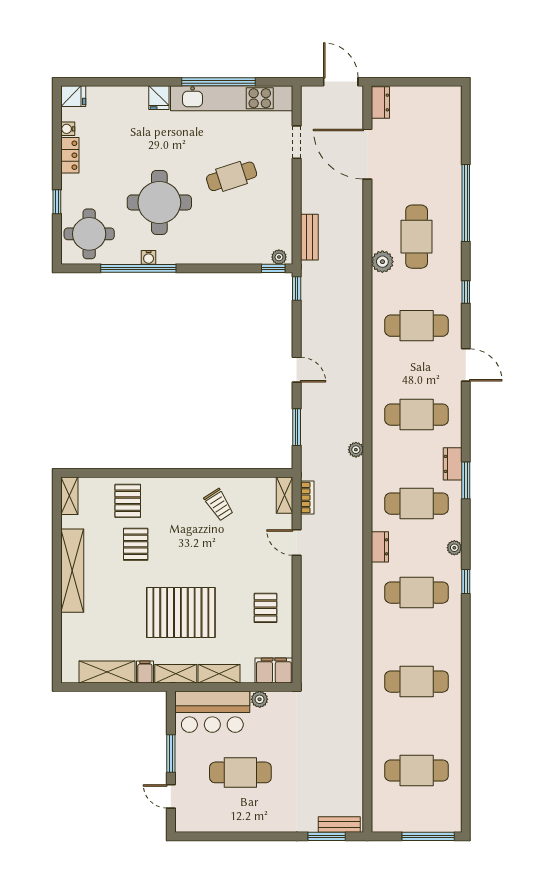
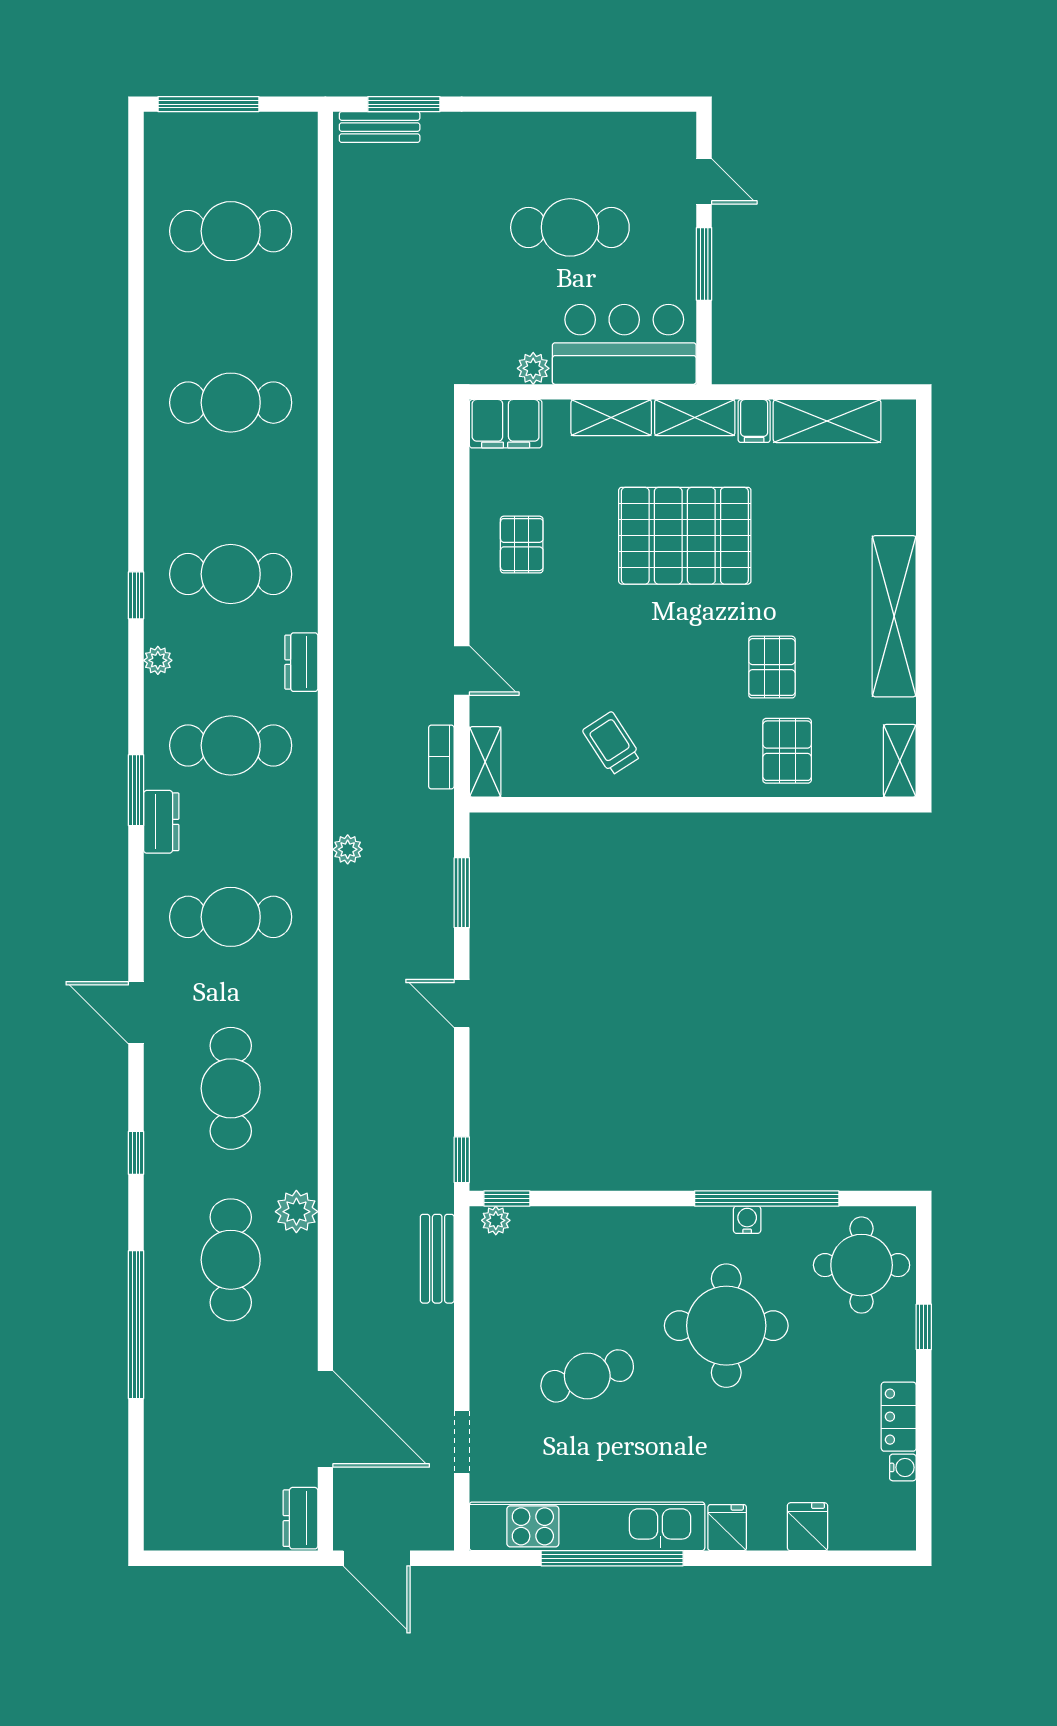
fridge: (73, 96) -> (807, 1527), moved, turned 90
cafe table: (417, 326) -> (231, 1088), turned 90

